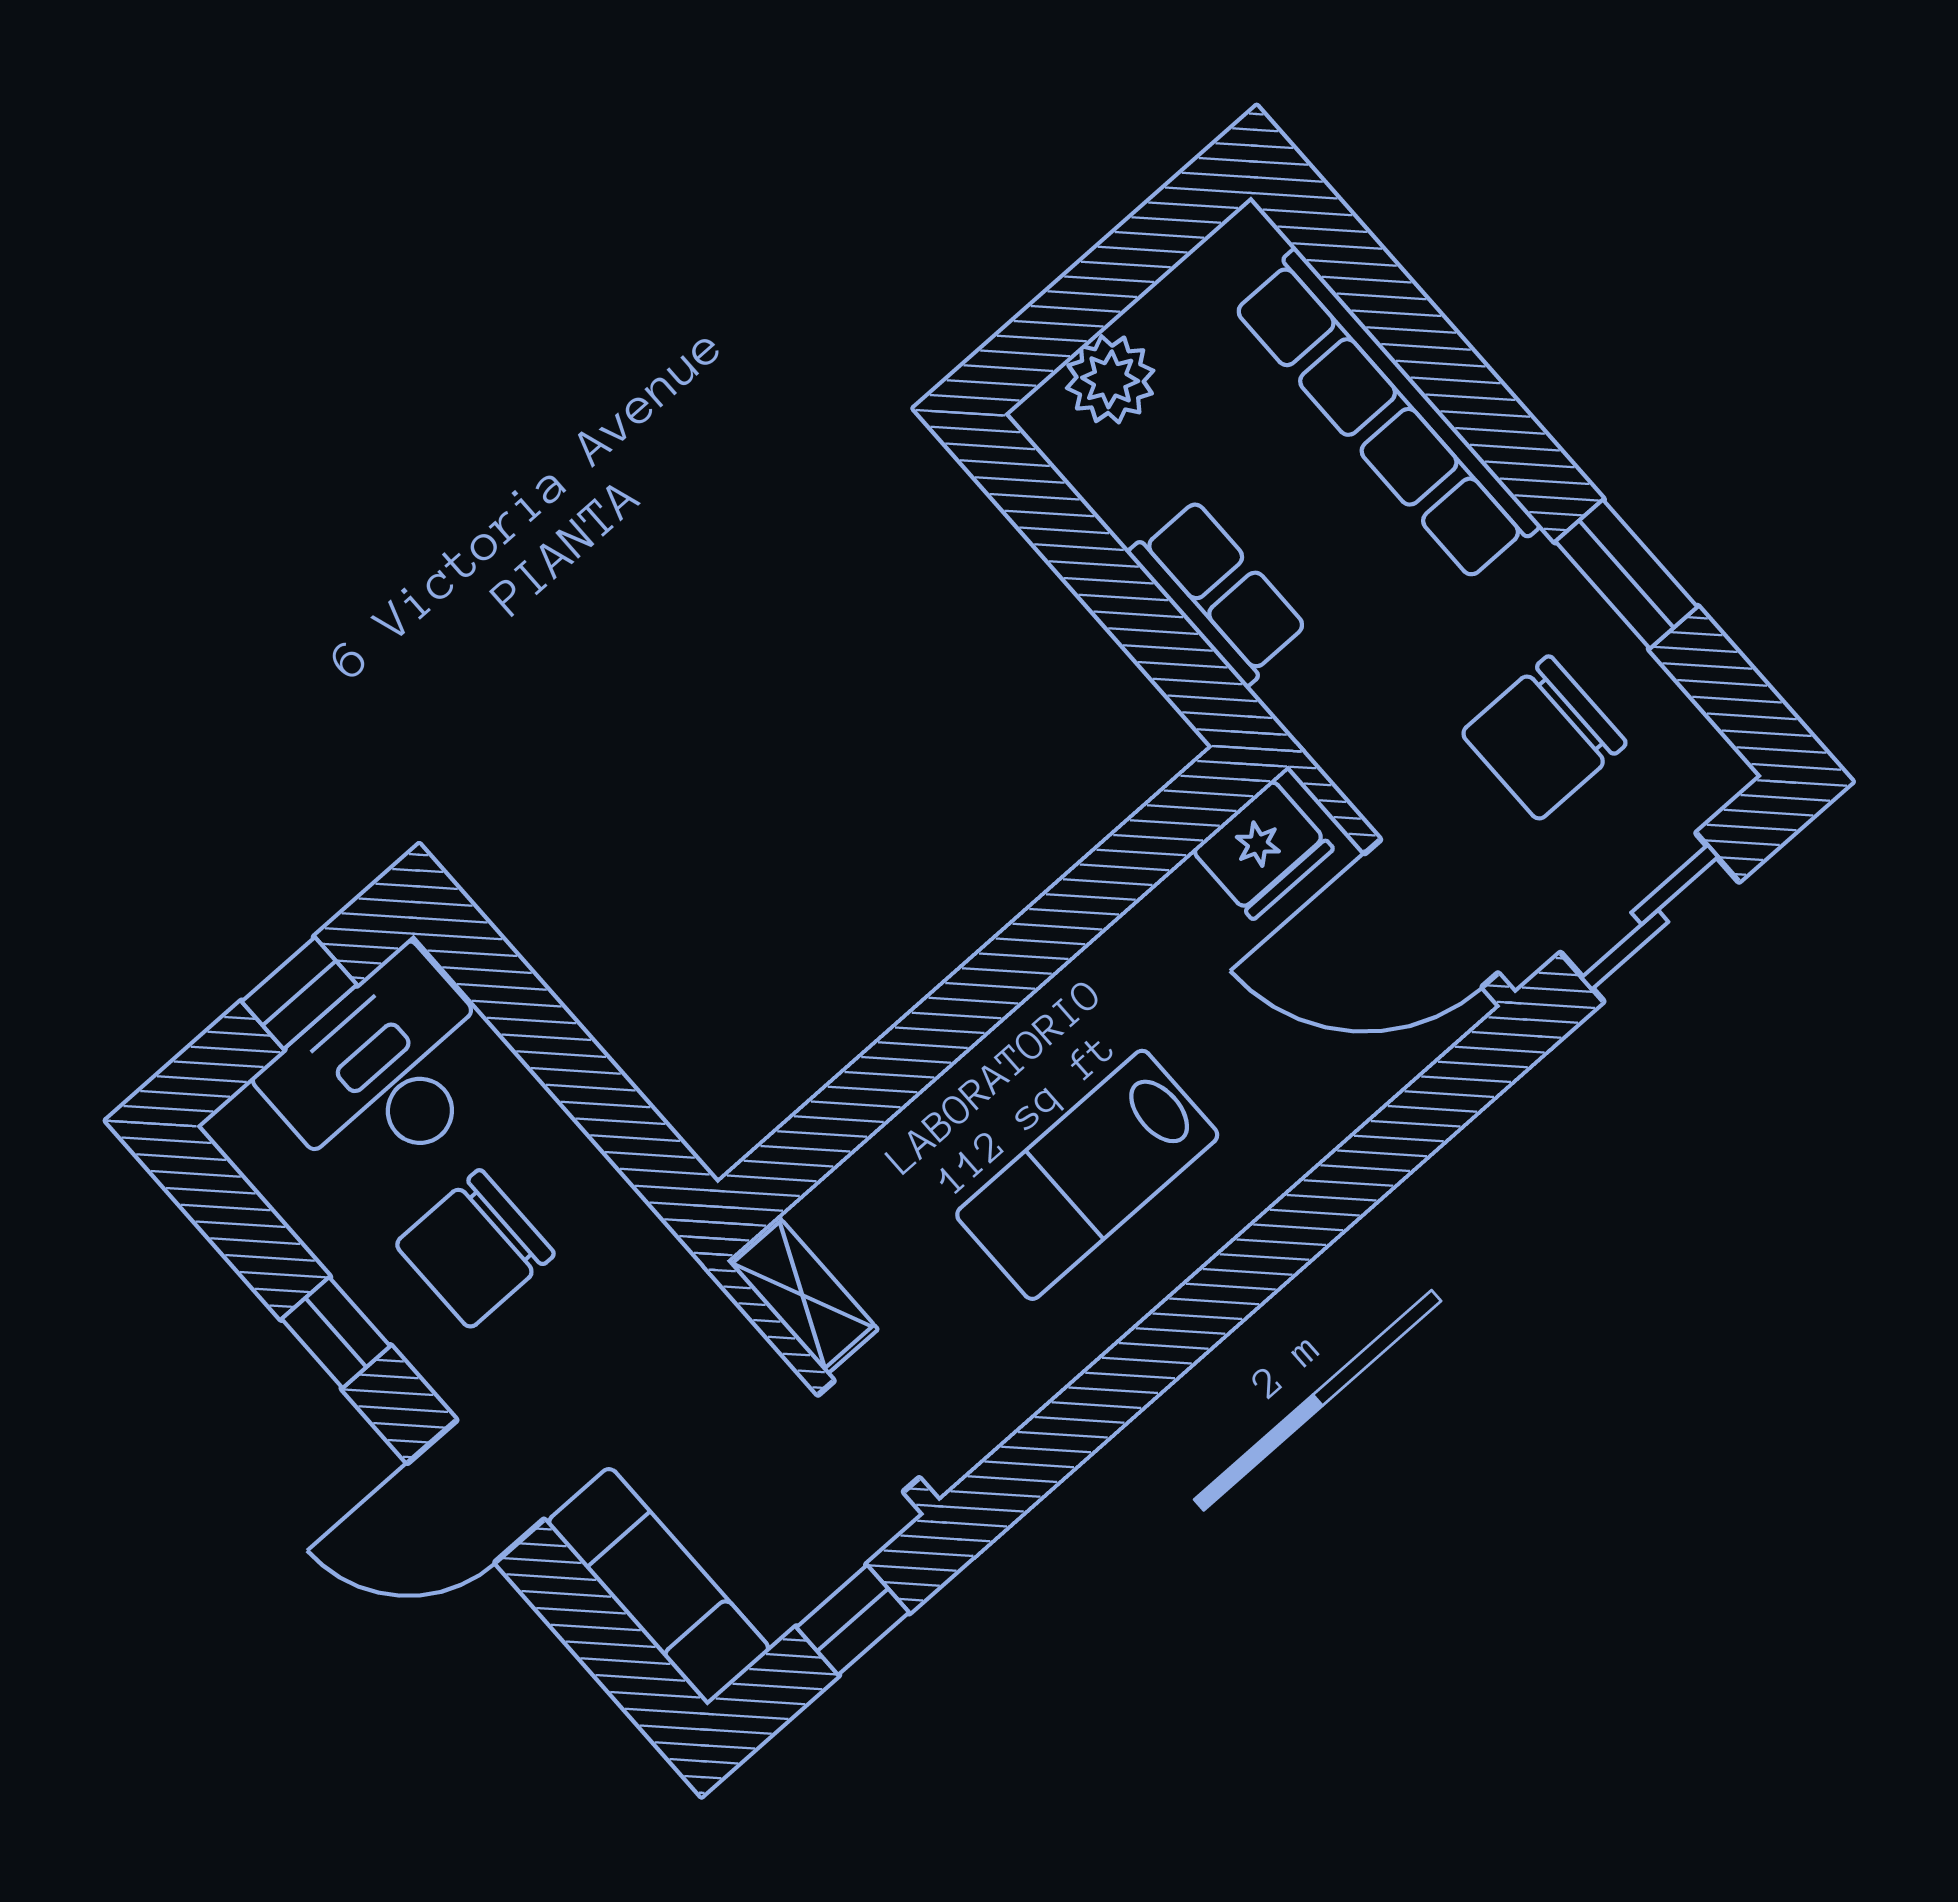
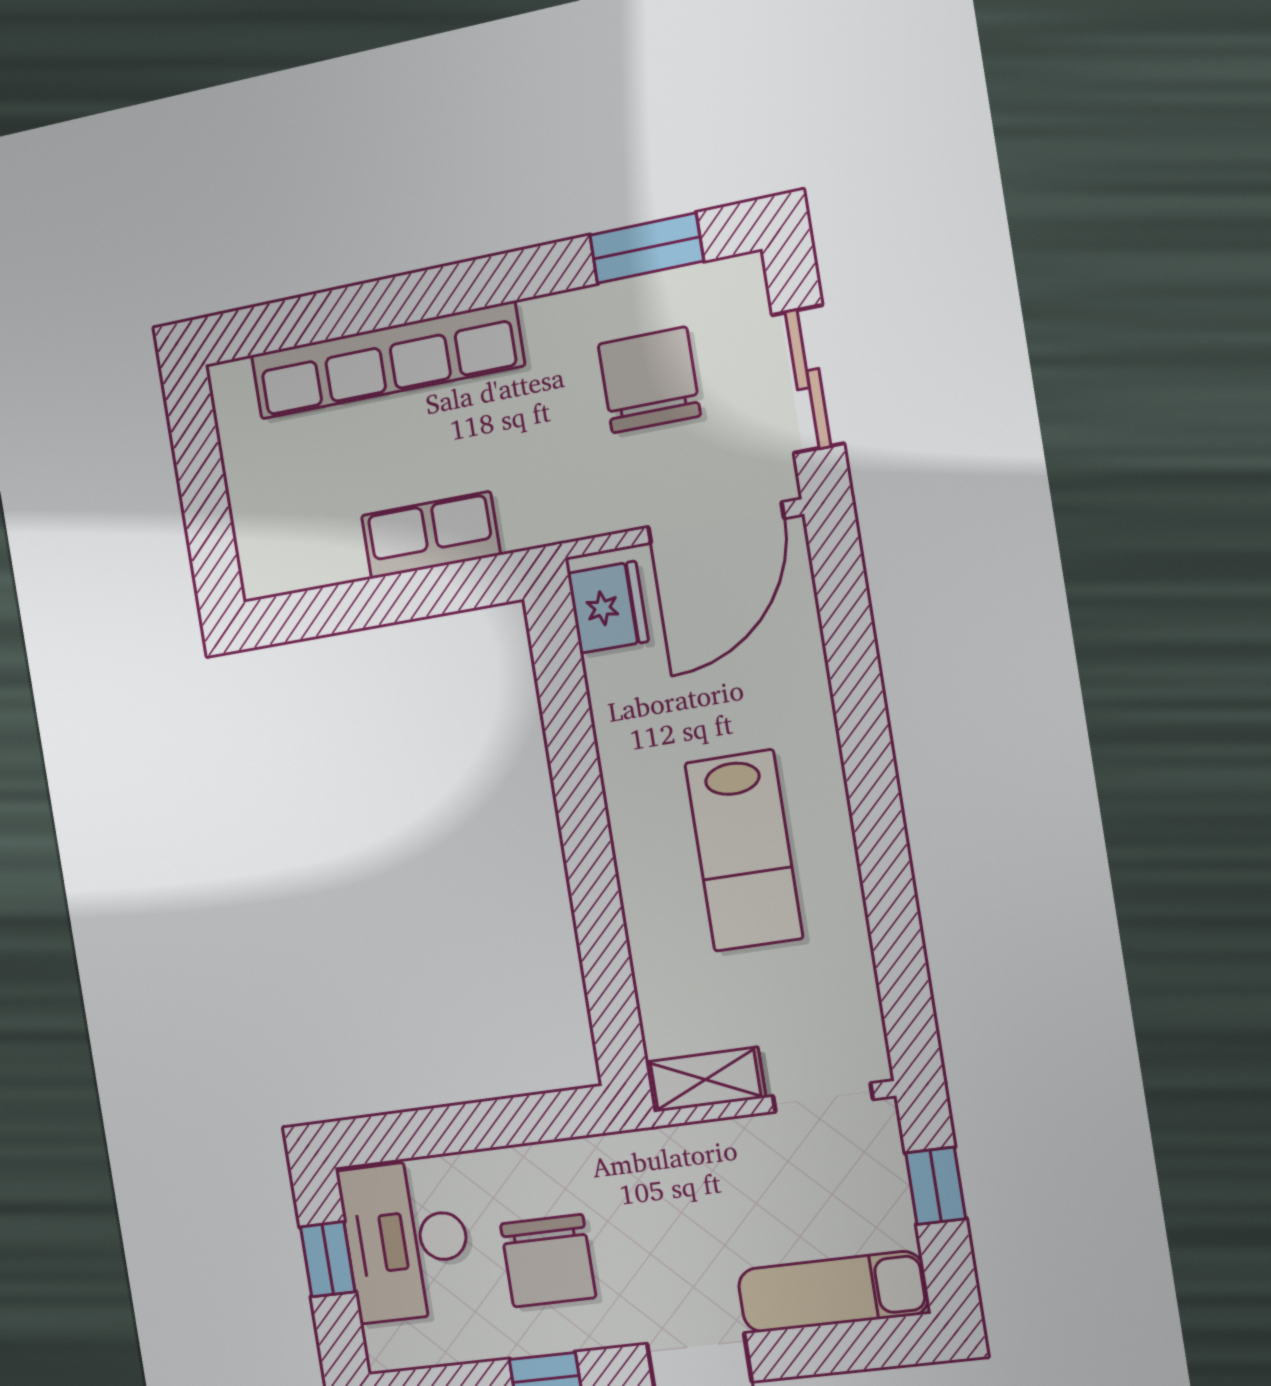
plant: (1110, 379) -> (262, 523), removed
window: (1626, 574) -> (647, 248), moved
chair: (1544, 738) -> (649, 380), turned 180

